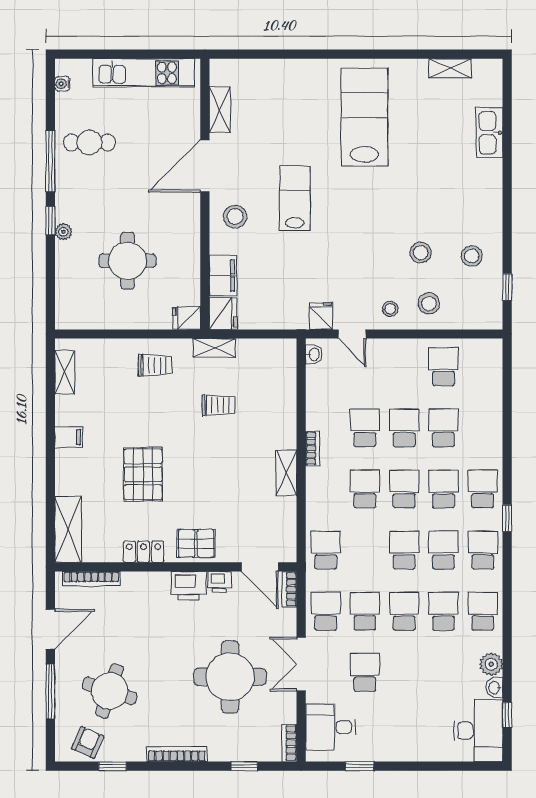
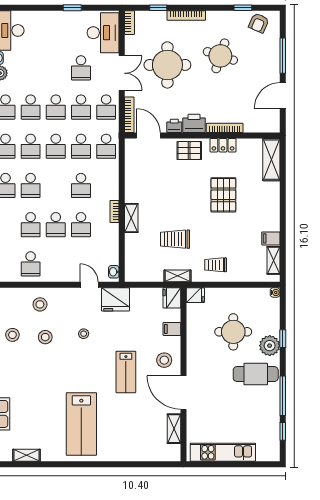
water cooler: (62, 84) -> (275, 292), moved
window: (50, 106) -> (283, 431), added
cafe table: (90, 142) -> (256, 374), moved, width x1.37, depth x1.35
door: (205, 166) -> (184, 393), swing flipped
window: (50, 221) -> (283, 339), moved
plant: (63, 232) -> (270, 346), width x1.88, depth x1.88
filing cabinet: (223, 275) -> (172, 329), width x0.50
stool: (390, 309) -> (84, 334), moved
fridge: (321, 316) -> (115, 299), width x1.88, depth x1.34
trolley: (218, 405) -> (175, 239), width x1.36, depth x1.39
filing cabinet: (69, 437) -> (271, 238), moved
shelving: (286, 473) -> (131, 218), moved
school desk: (404, 489) -> (81, 146), moved
bookcase: (91, 579) -> (225, 128), moved
bookcase: (290, 589) -> (129, 115), width x1.56
round table: (110, 691) -> (220, 56), moved
desk: (330, 727) -> (103, 33), width x1.37
bookcase: (177, 754) -> (186, 15), moved
window: (360, 766) -> (72, 8), moved

